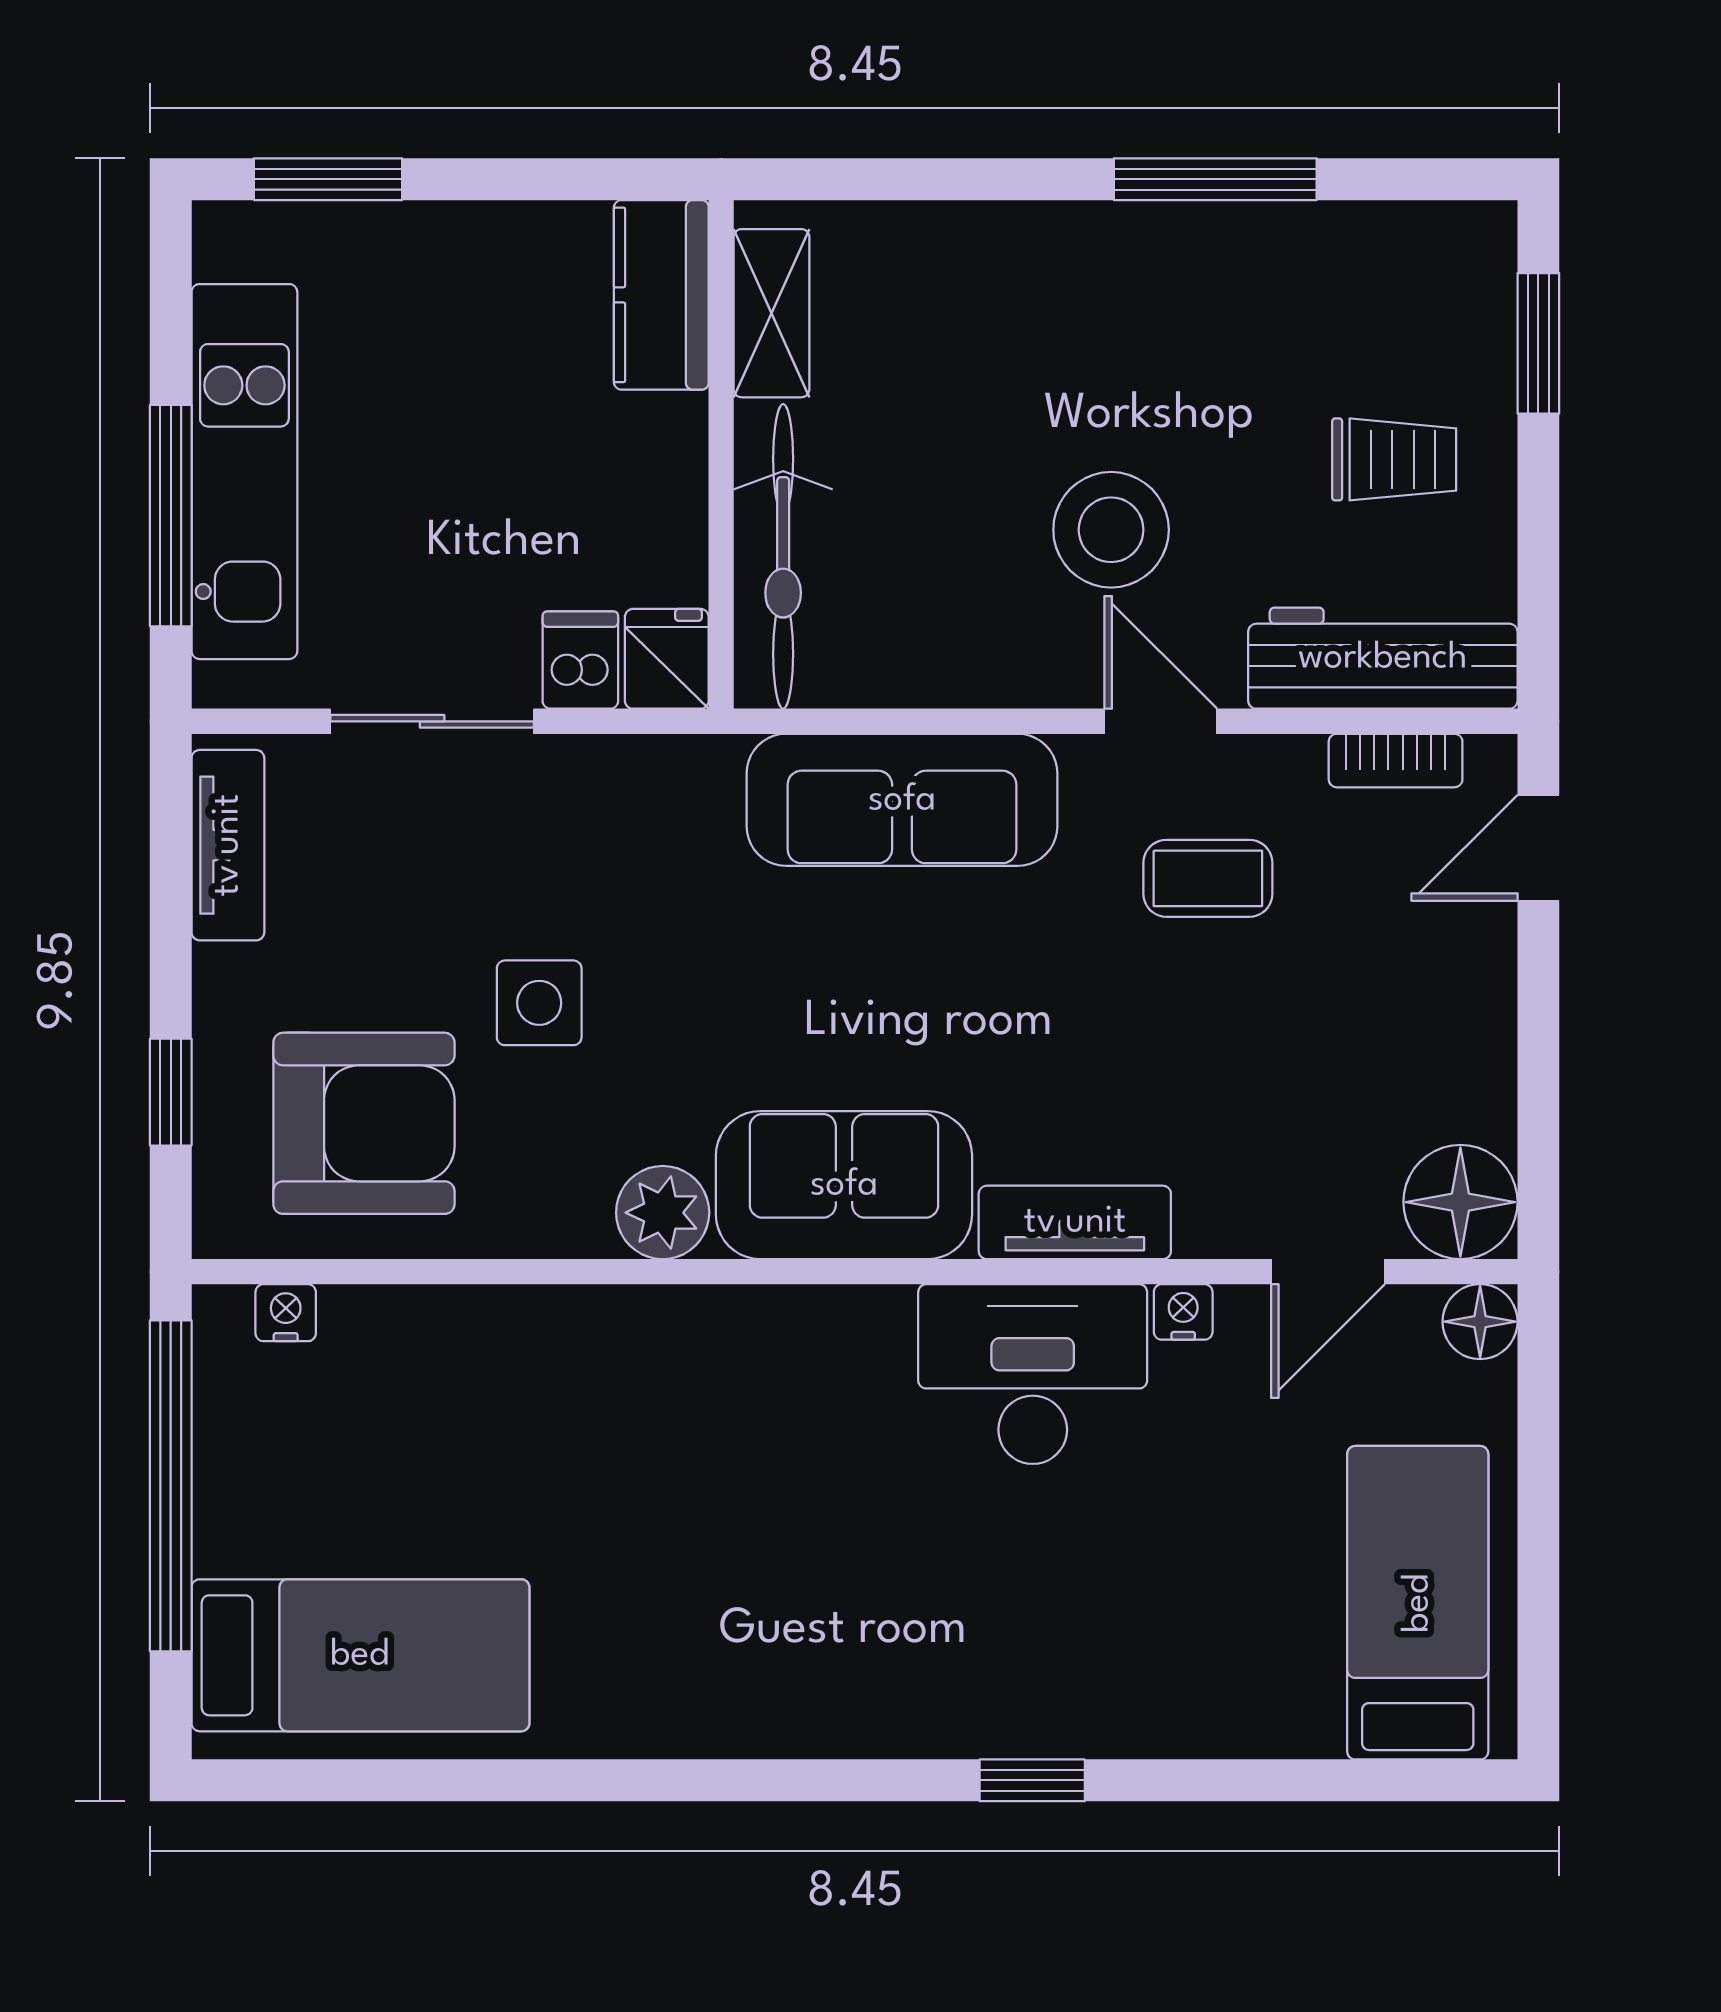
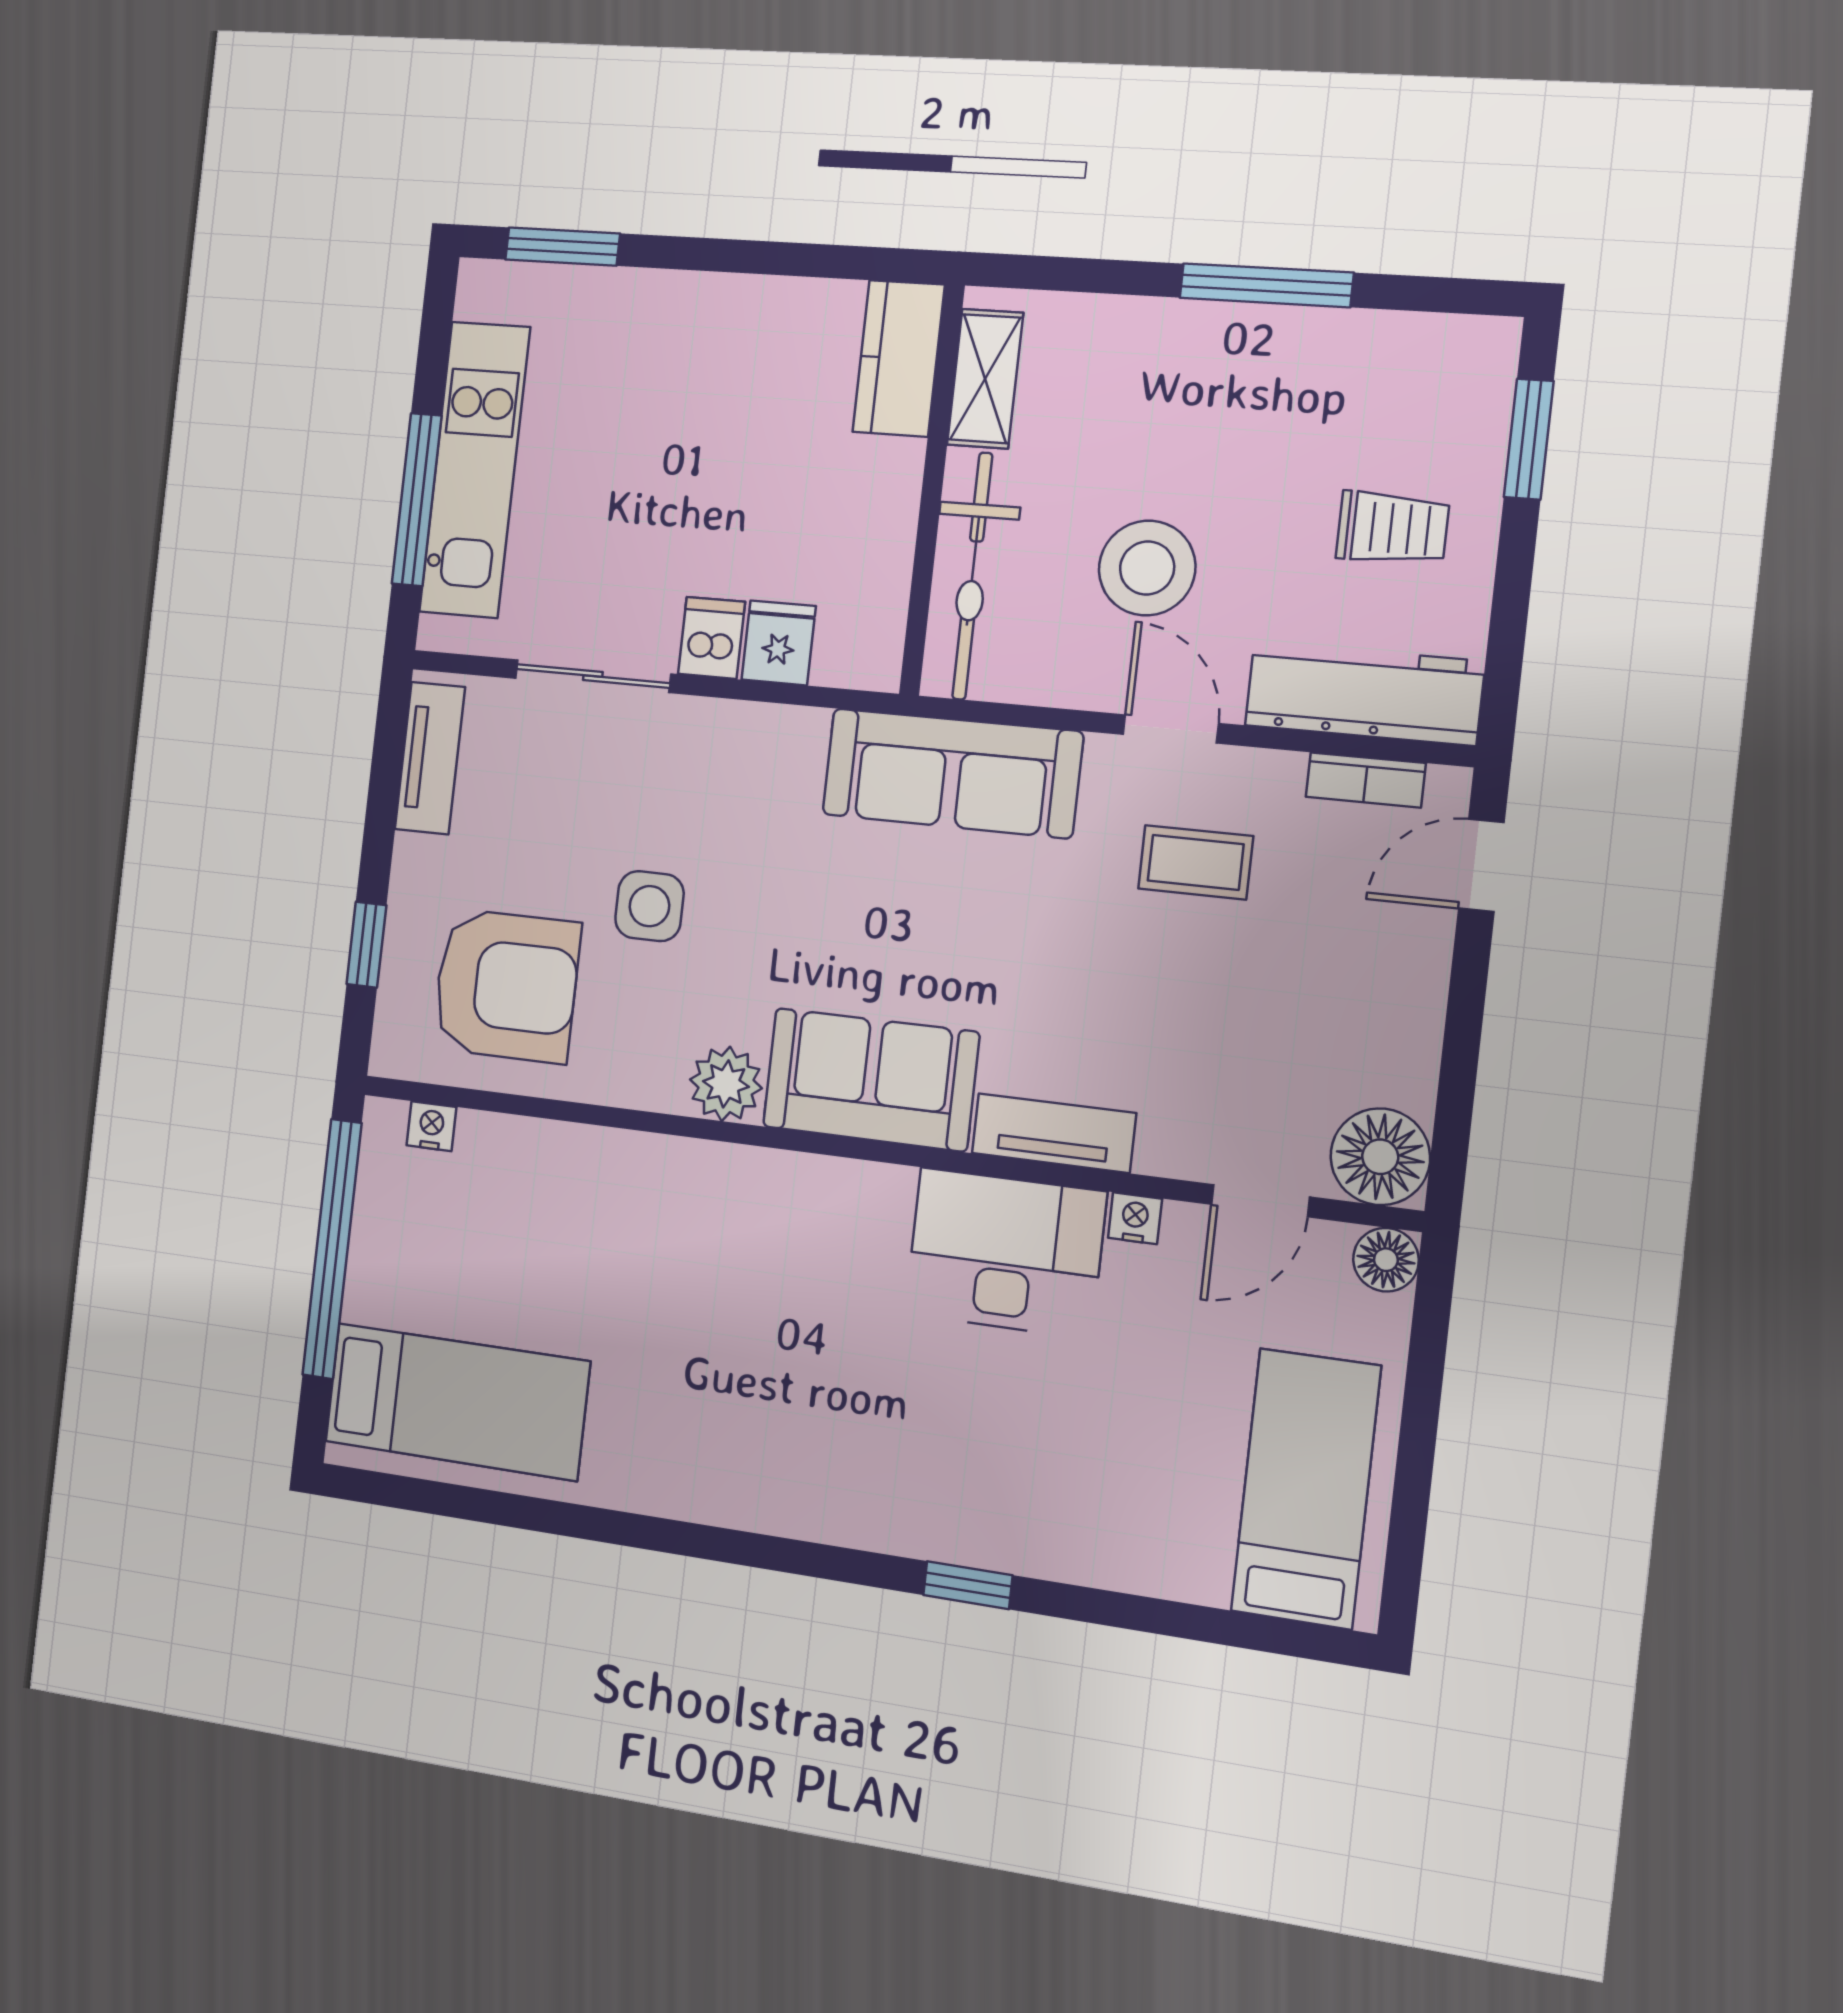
kitchen counter: (661, 295) -> (899, 358), moved
shelving: (771, 313) -> (985, 379), moved
wall: (721, 454) -> (932, 490), moved
bicycle: (783, 556) -> (972, 576), moved

